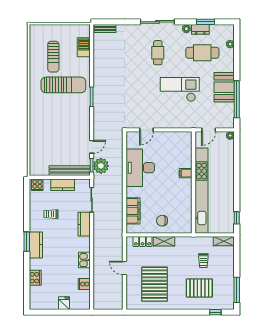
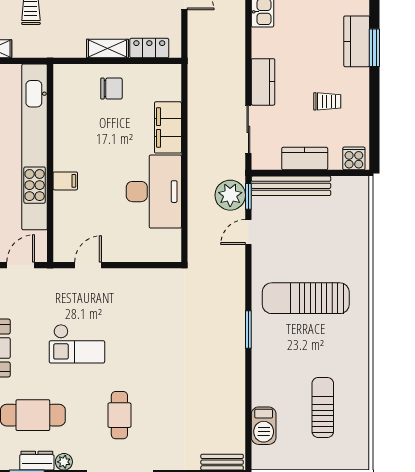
sun lounger: (63, 85) -> (306, 298), moved
checkout: (180, 89) -> (77, 344), width x0.73, depth x0.83
door: (147, 130) -> (88, 265), moved
filing cabinet: (133, 211) -> (168, 127), moved

